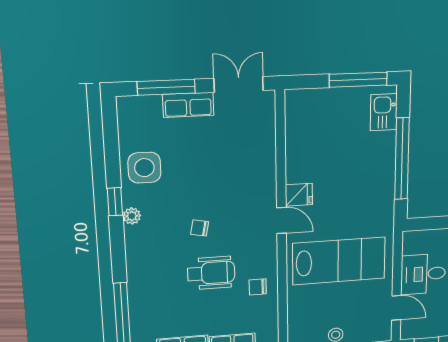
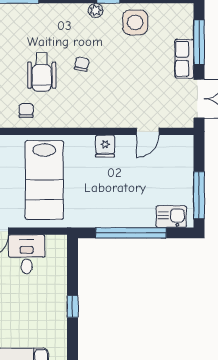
door: (281, 220) -> (148, 131), moved

